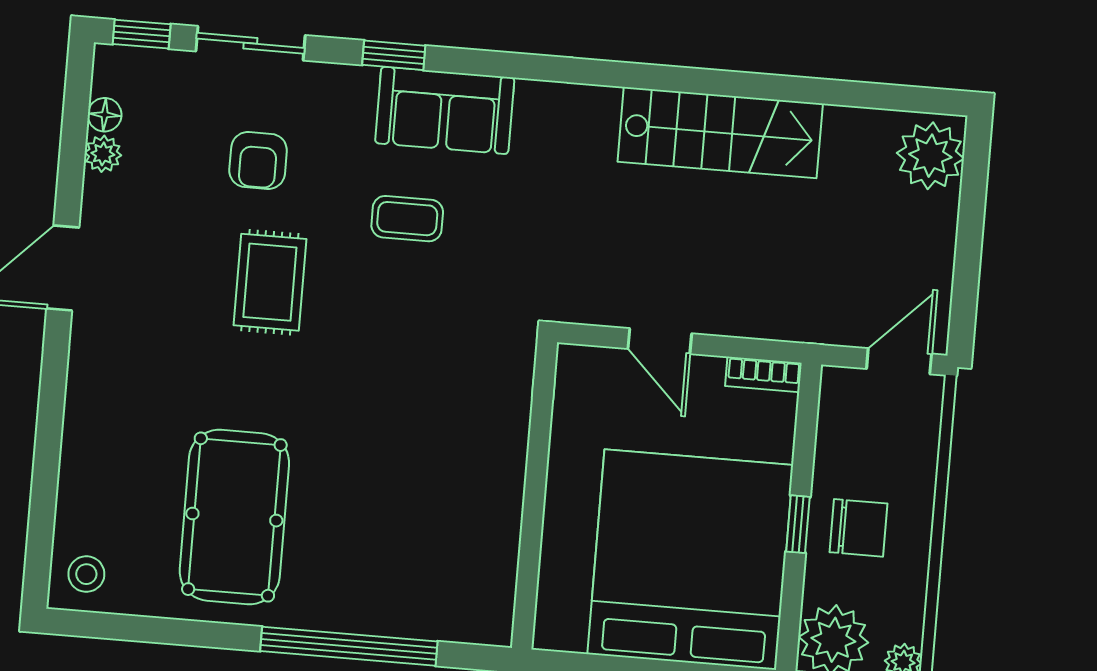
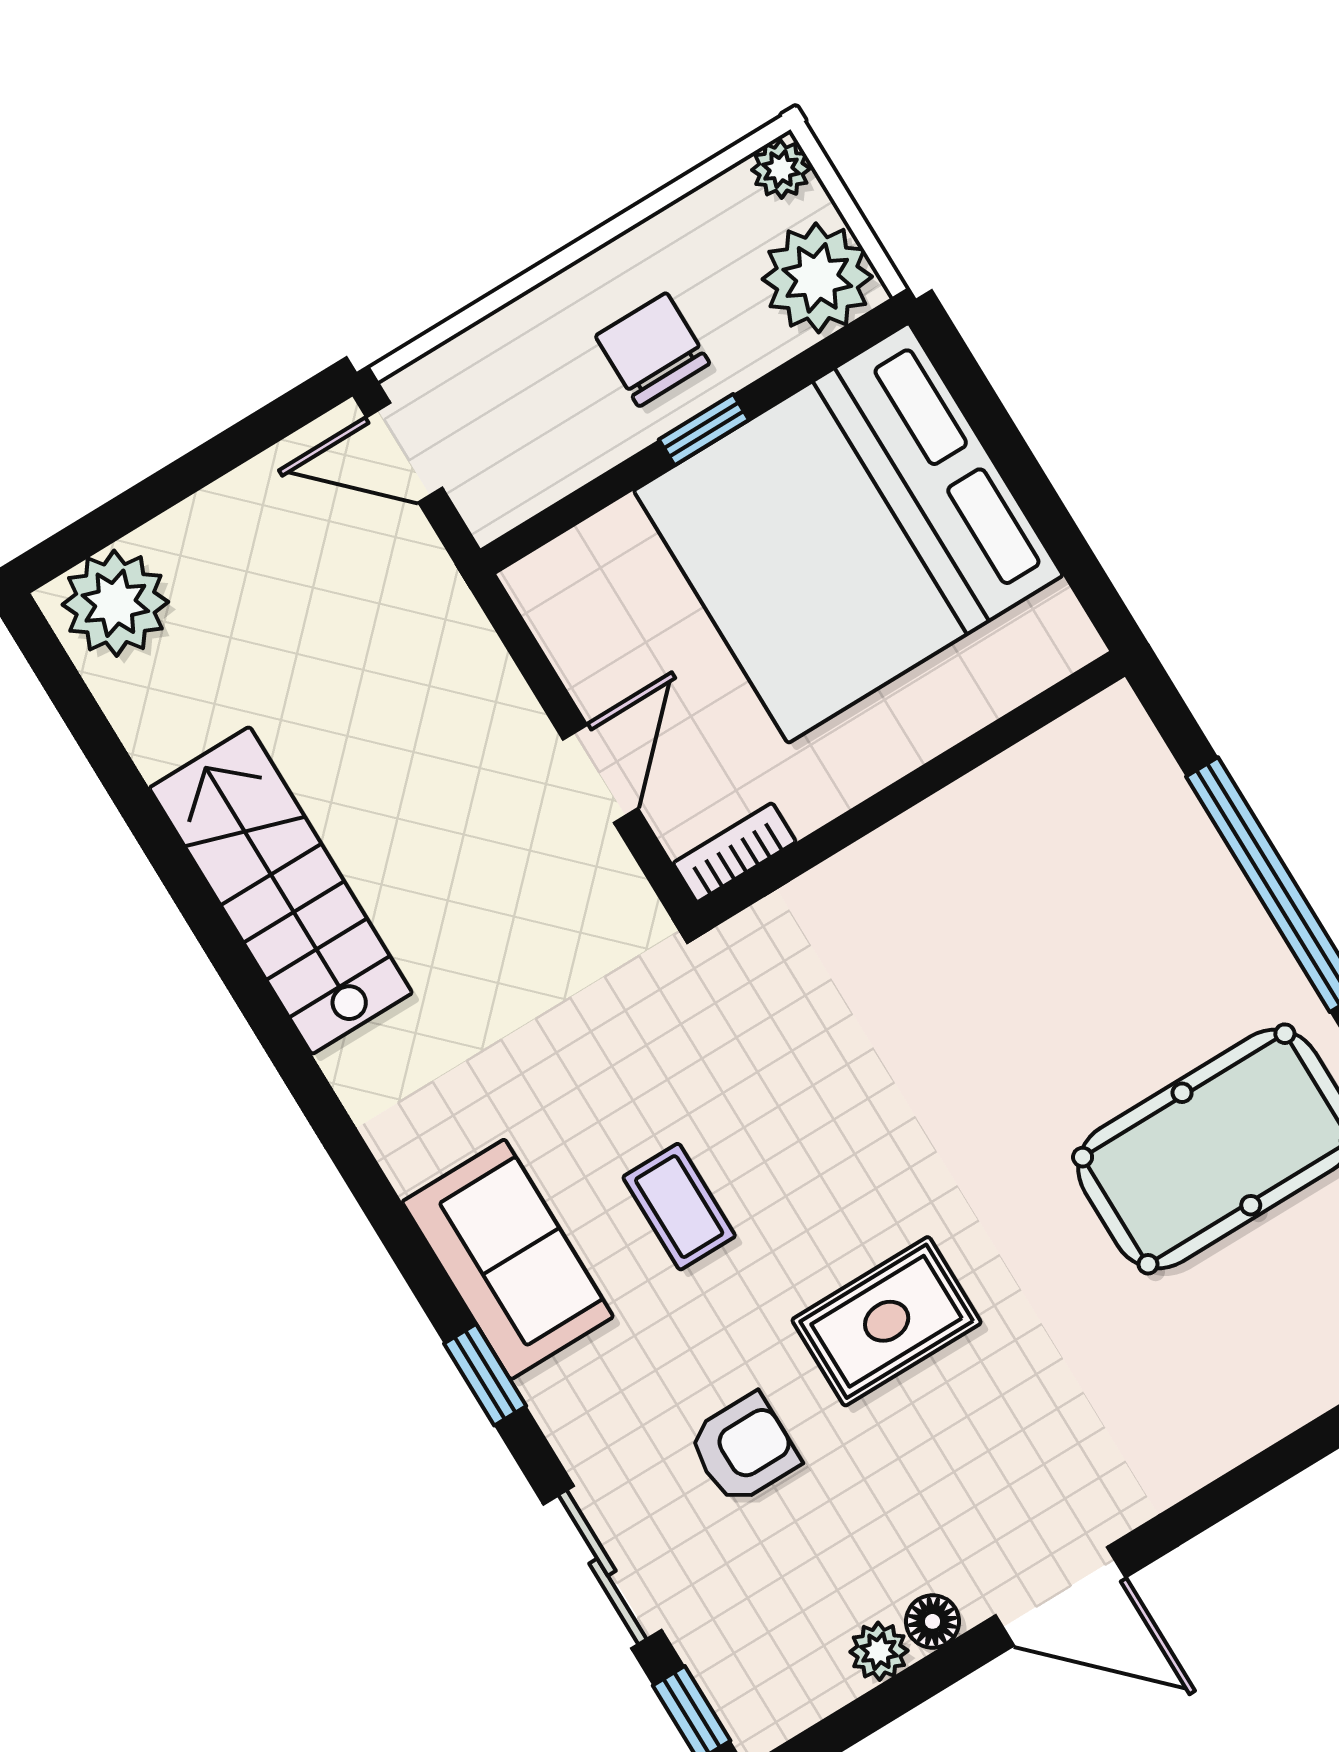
floor lamp: (105, 115) -> (933, 1621), moved
bookcase: (764, 374) -> (734, 853), moved, turned -90

